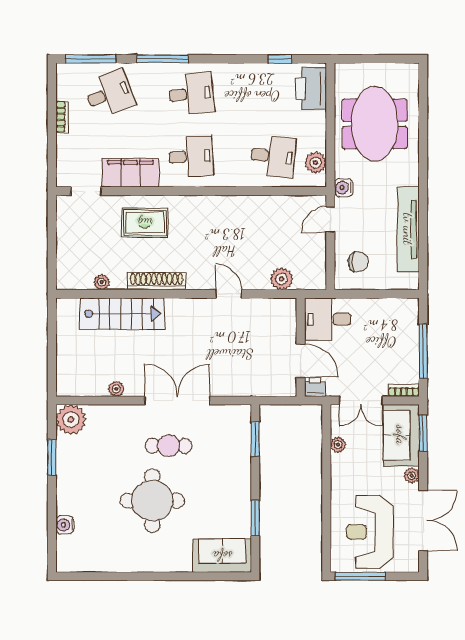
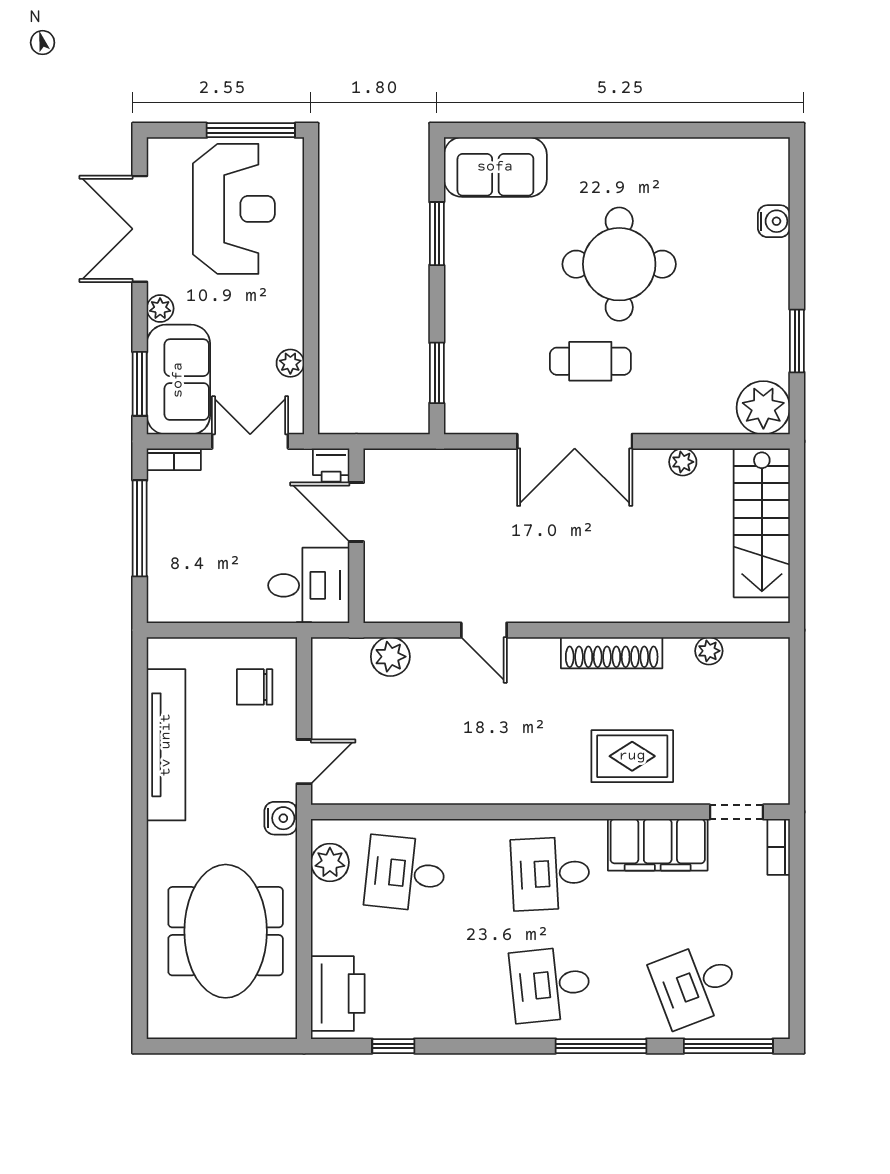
bookcase: (62, 117) -> (779, 847), moved
stairs: (122, 314) -> (762, 523), moved, turned -90

